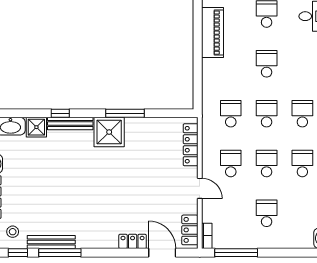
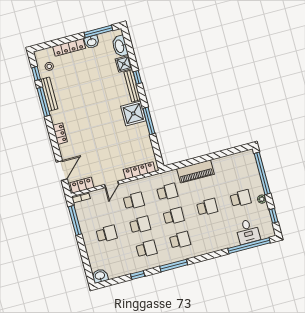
piano: (213, 33) -> (195, 171), moved
locker: (133, 241) -> (60, 134), moved

